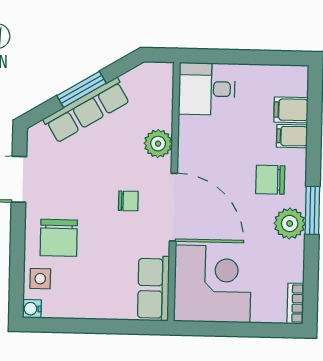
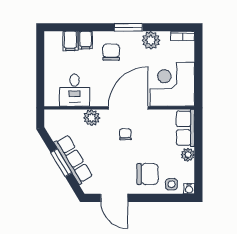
desk: (207, 89) -> (74, 90), moved
chair: (270, 180) -> (111, 52), turned 180
plant: (290, 224) -> (151, 40), moved
row of seats: (154, 288) -> (185, 128), moved, turned 90
plant: (91, 308) -> (188, 155), added

